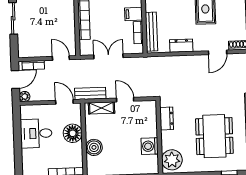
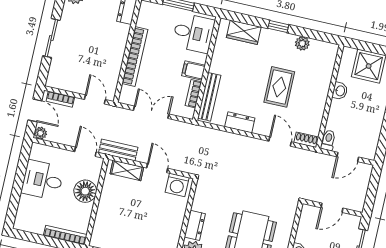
door: (218, 52) -> (280, 142), swing flipped
door: (15, 79) -> (35, 110), hinge flipped
dresser: (167, 118) -> (195, 225), moved
washing machine: (150, 146) -> (177, 185), moved, turned -90
boiler: (94, 147) -> (106, 214), removed

